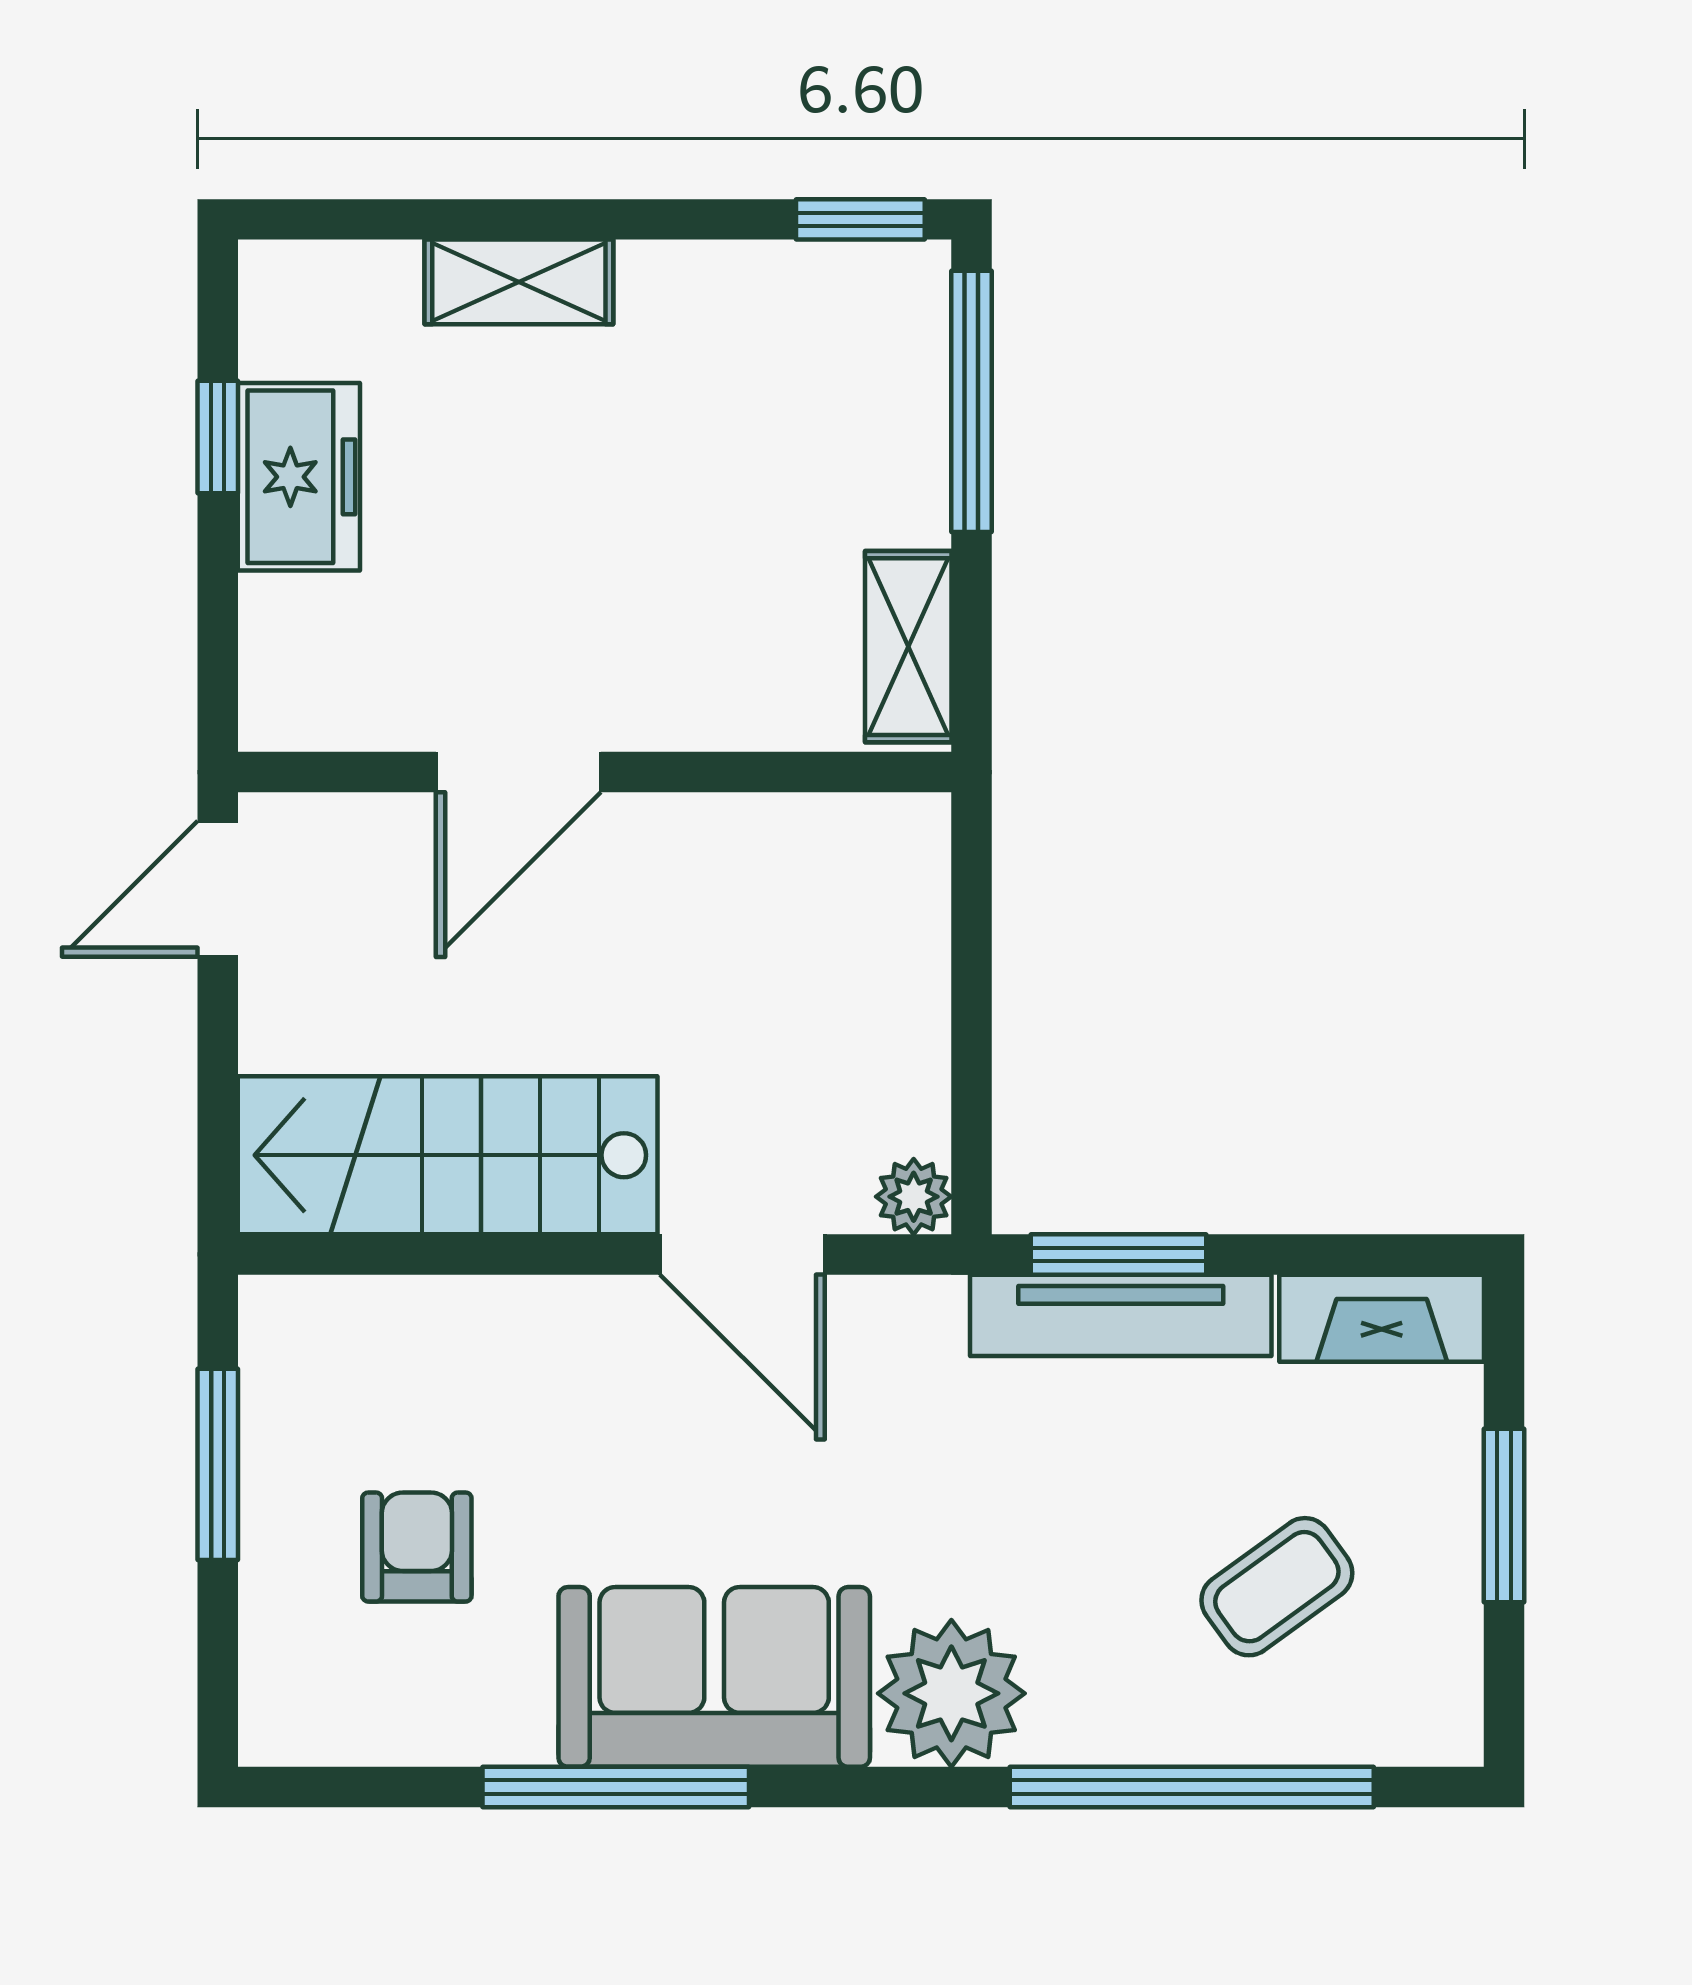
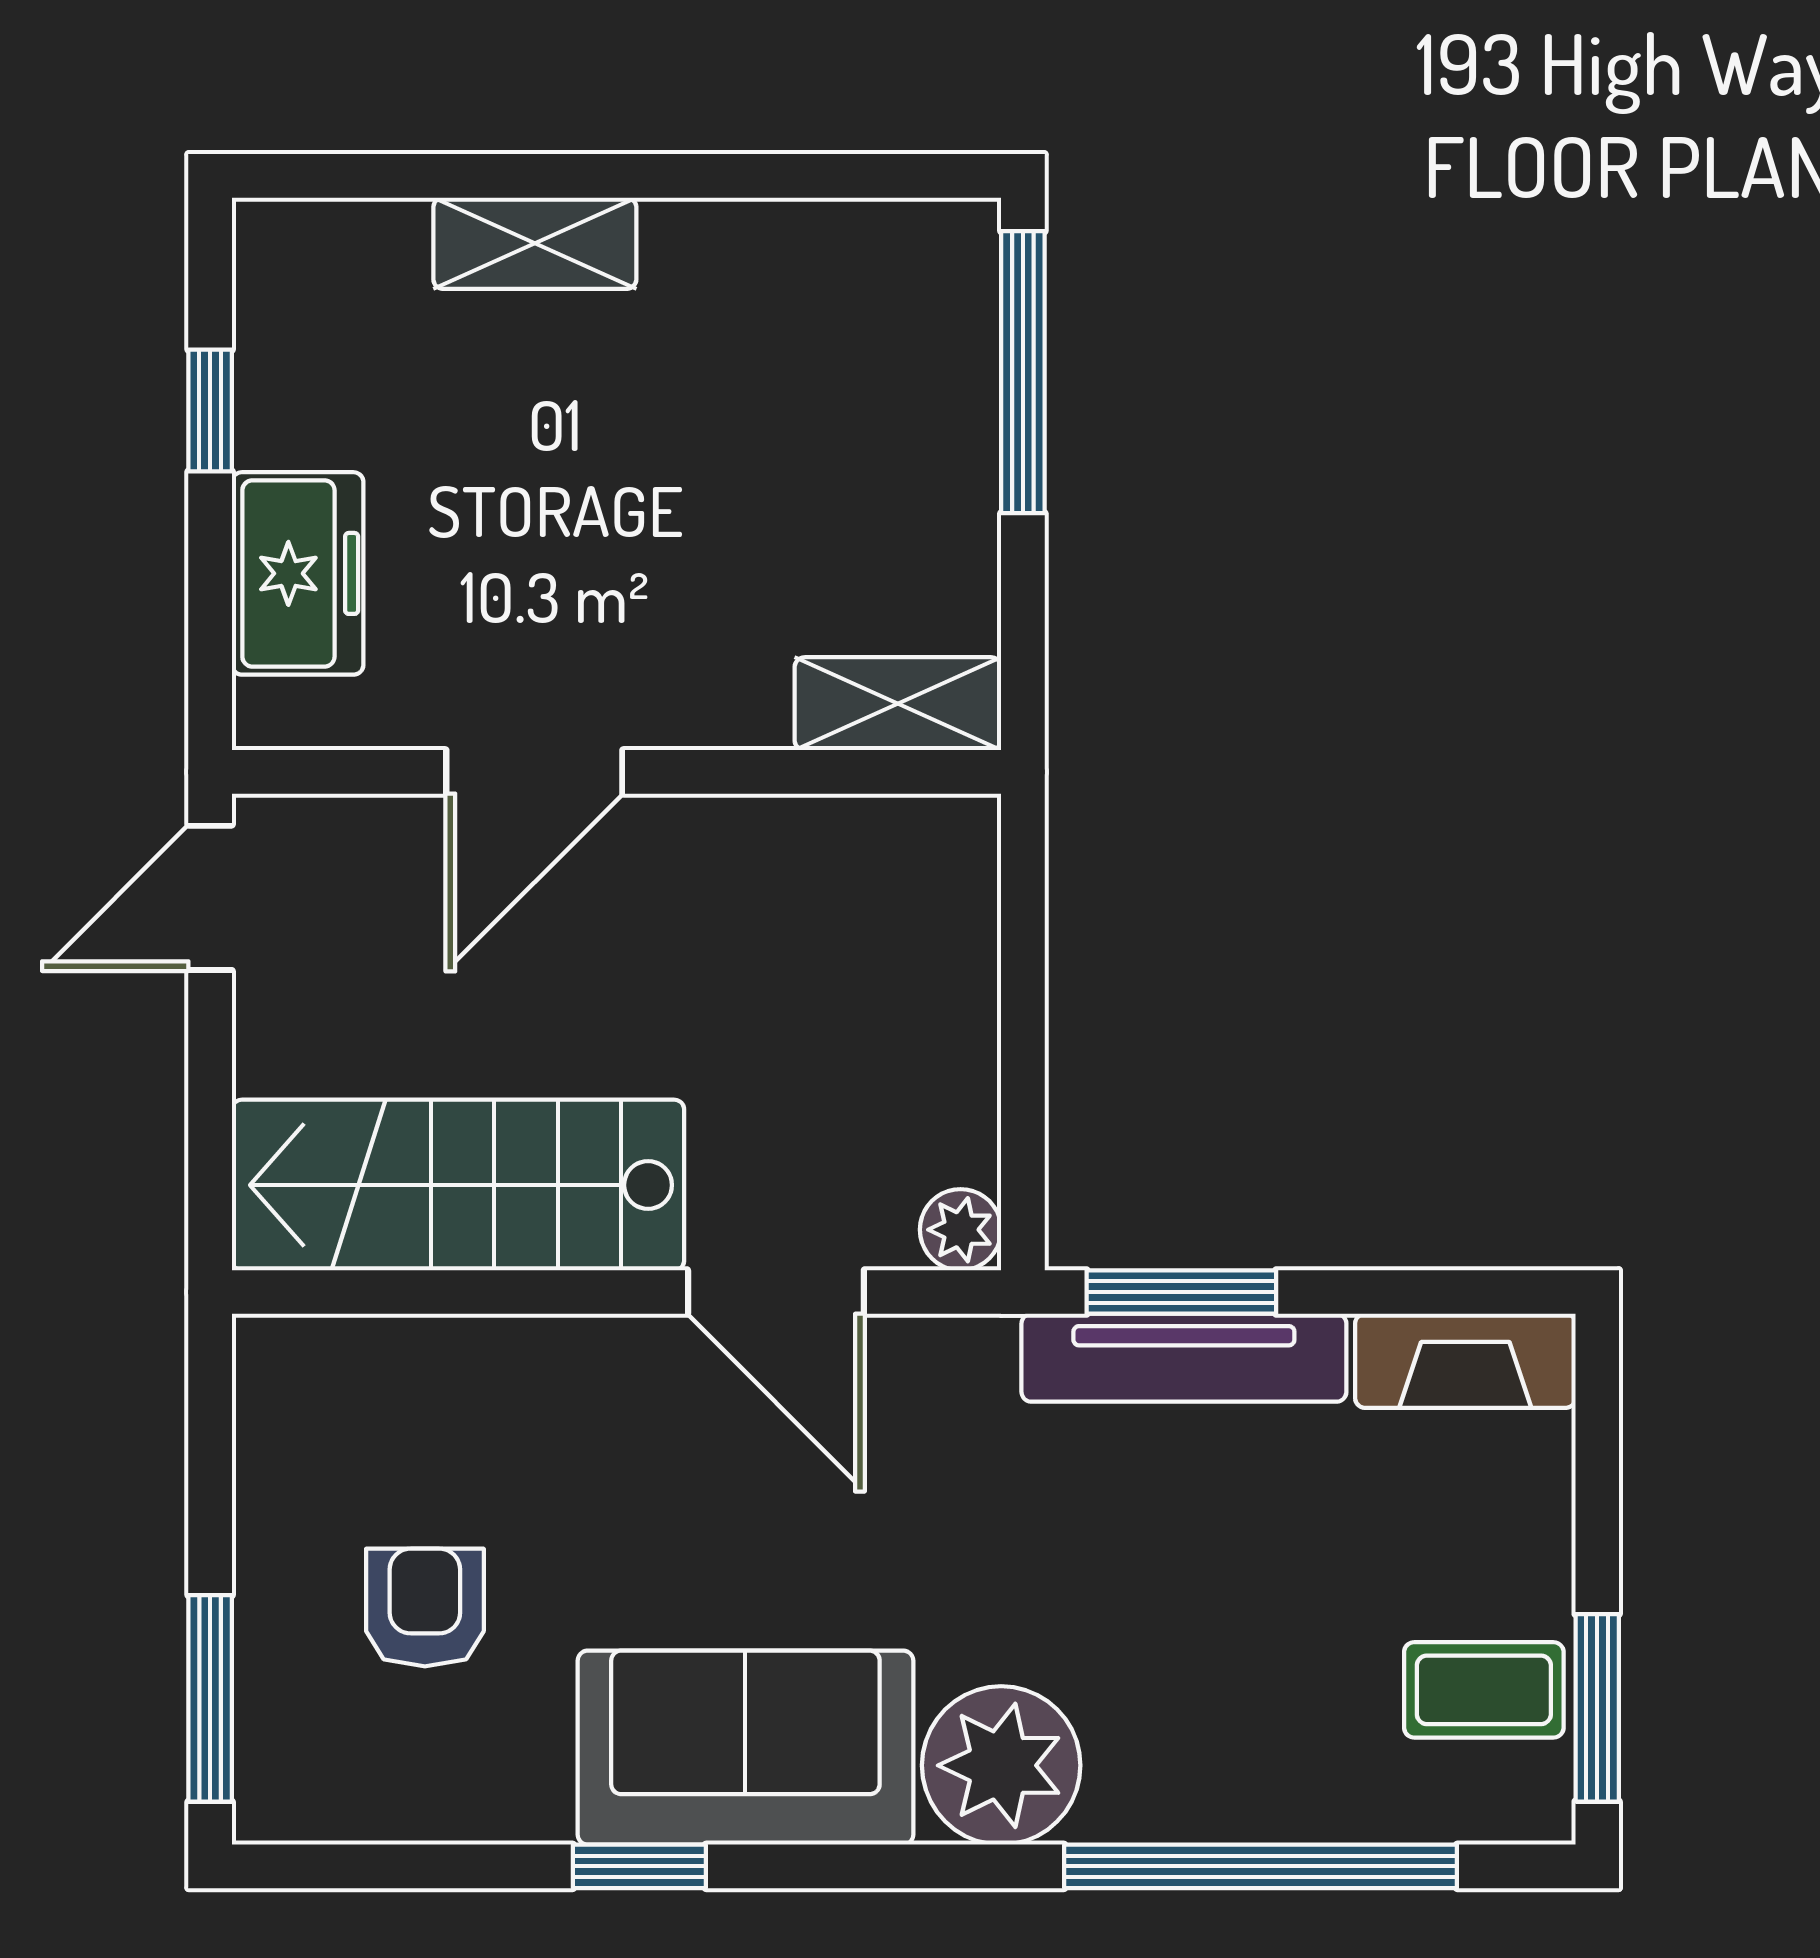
window: (860, 219) -> (903, 176), removed
freezer: (299, 477) -> (298, 573), moved
shelving: (908, 647) -> (898, 704), moved, turned 90
window: (218, 1464) -> (210, 1698), moved
window: (1504, 1516) -> (1597, 1708), moved
coffee table: (1277, 1587) -> (1484, 1690), moved, turned 36
window: (616, 1787) -> (639, 1866), width x0.46

